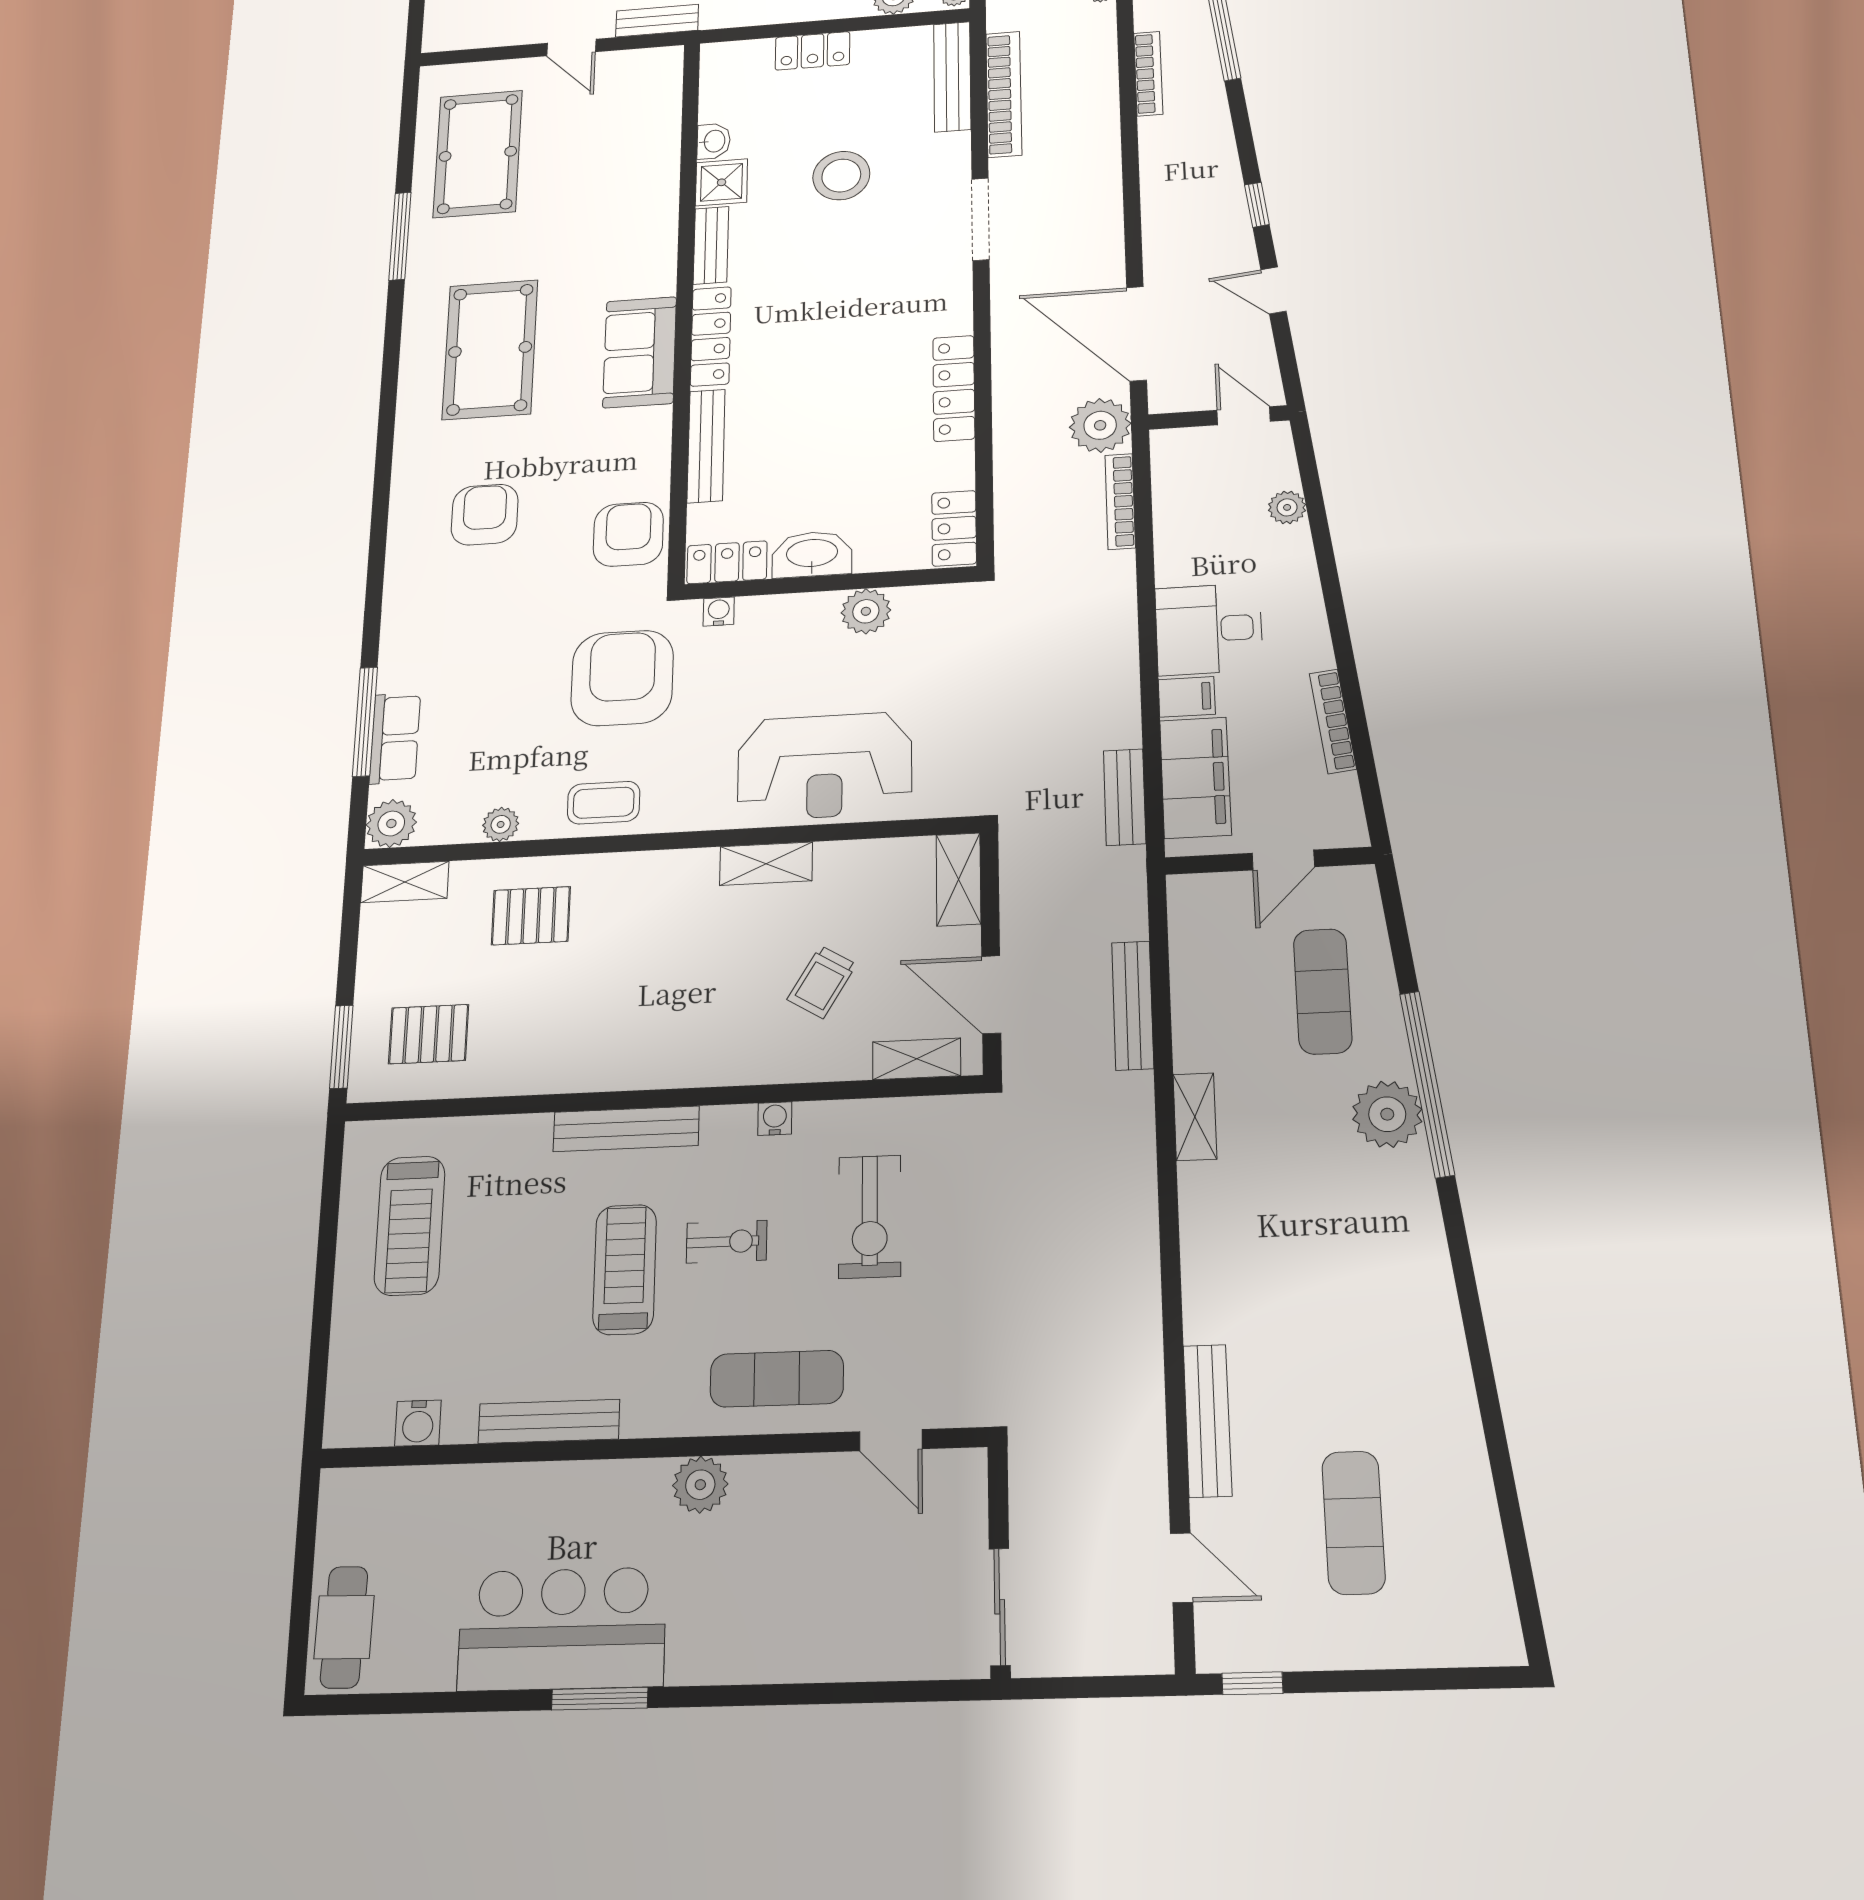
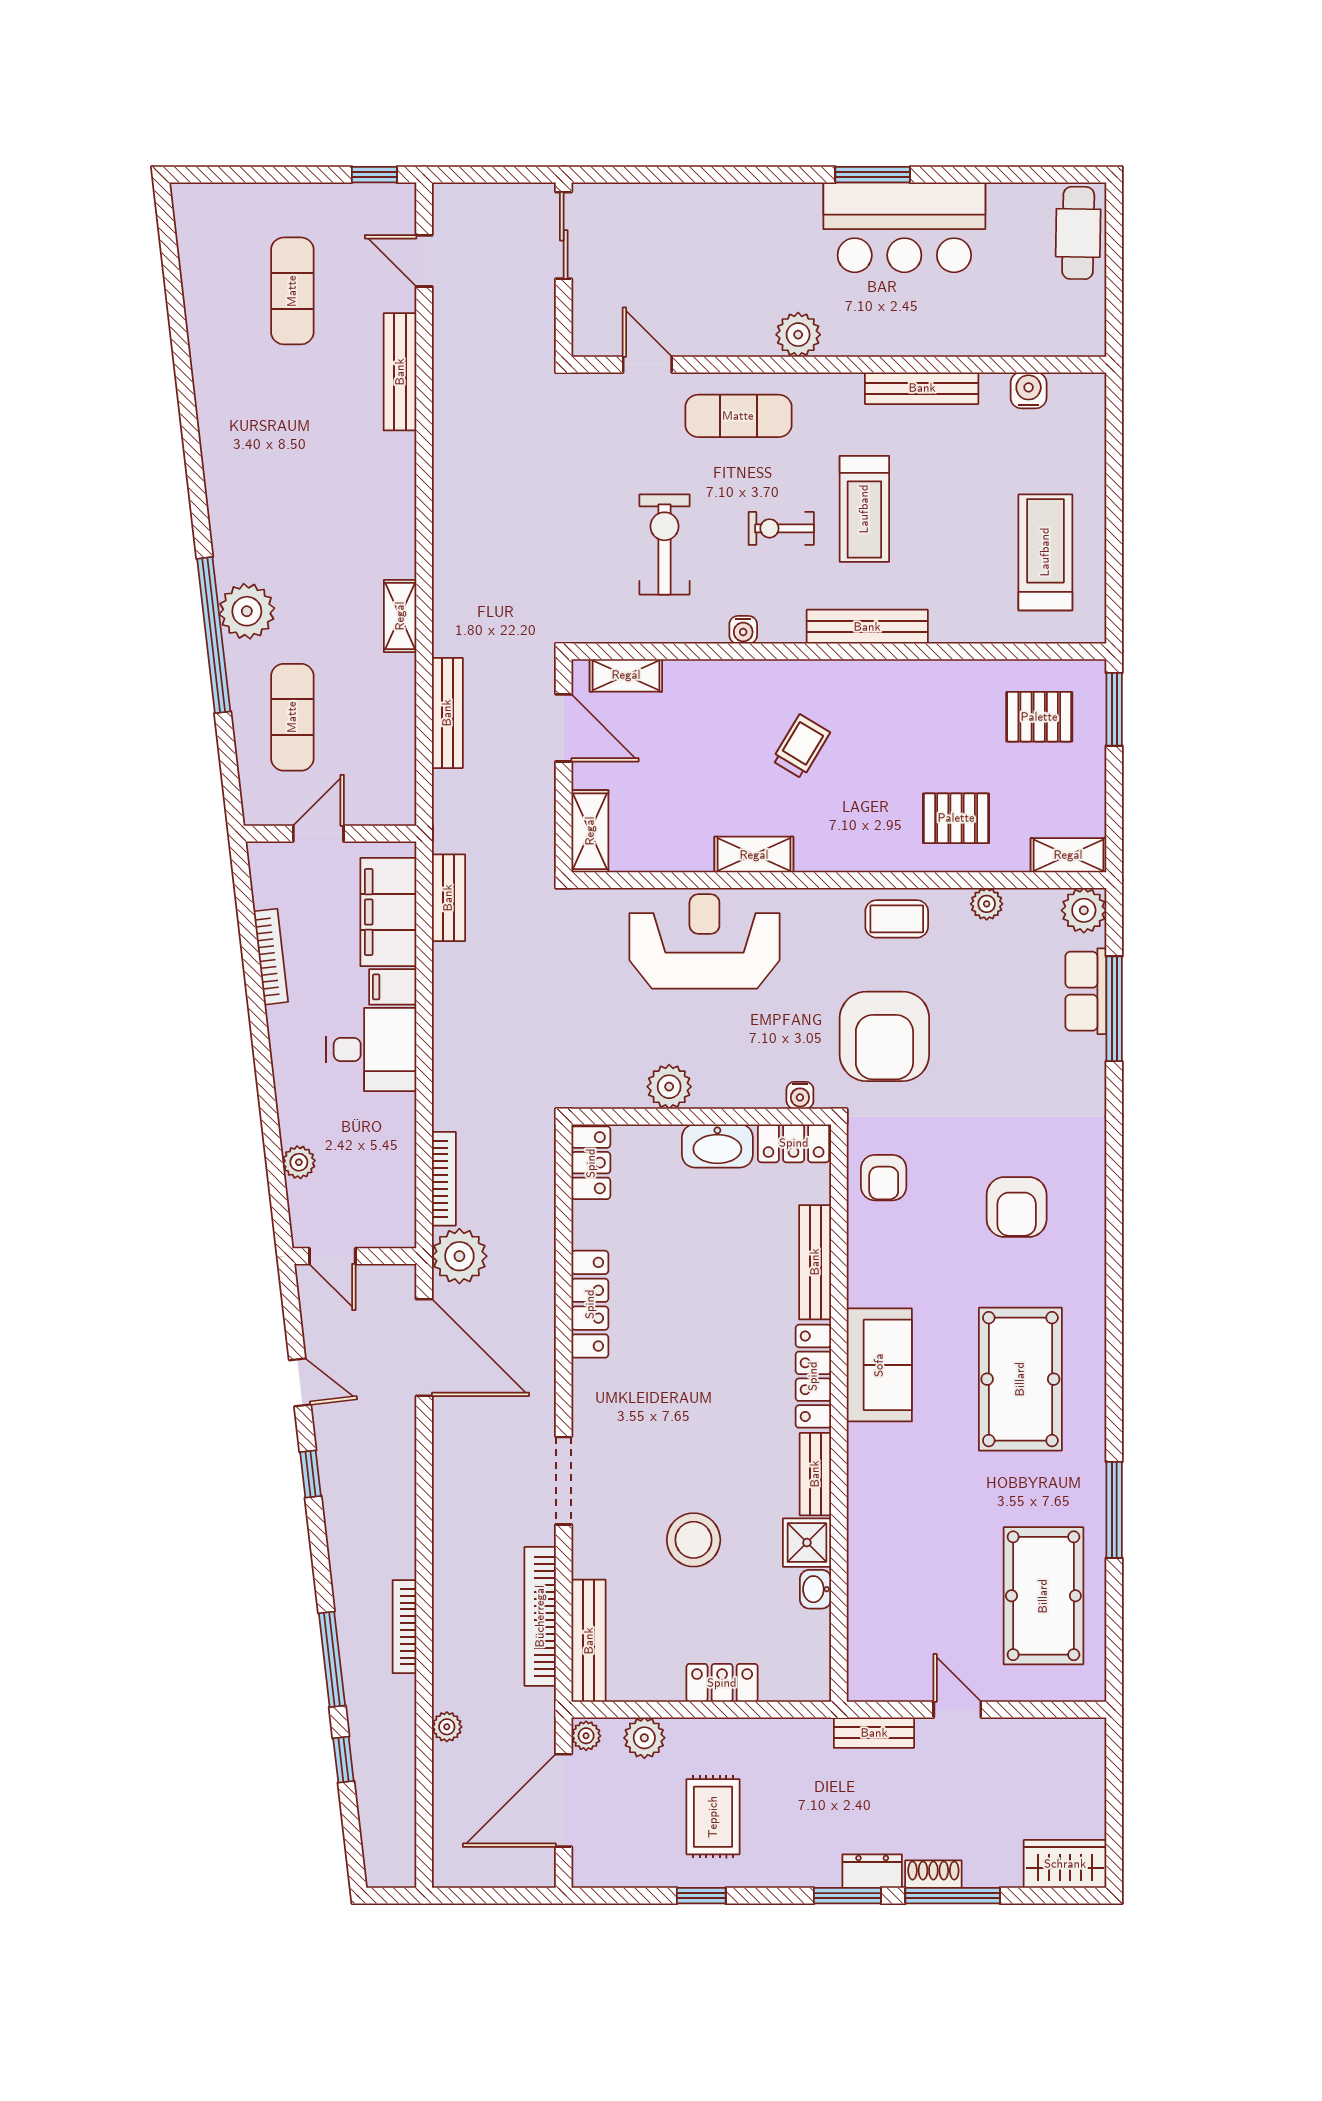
armchair: (628, 534) -> (884, 1178), width x0.72, depth x0.72
trolley: (822, 982) -> (801, 747), moved

